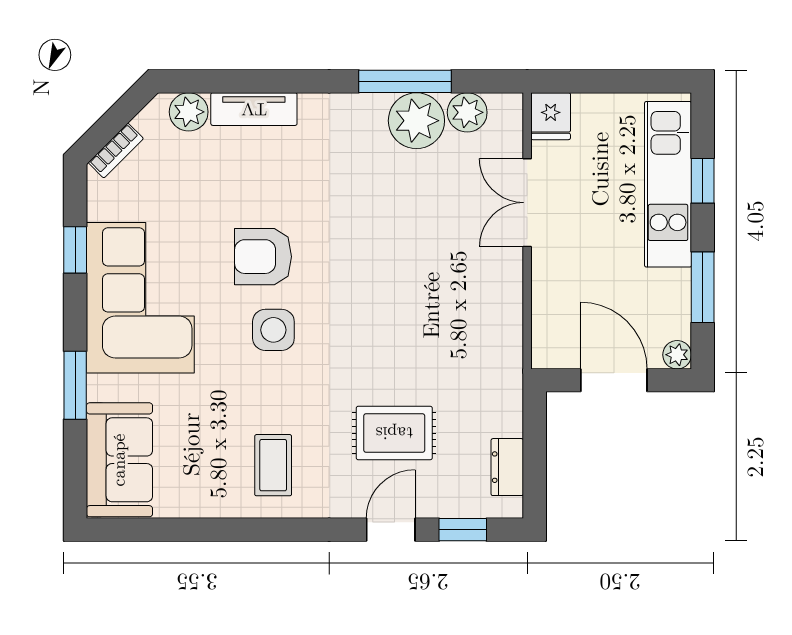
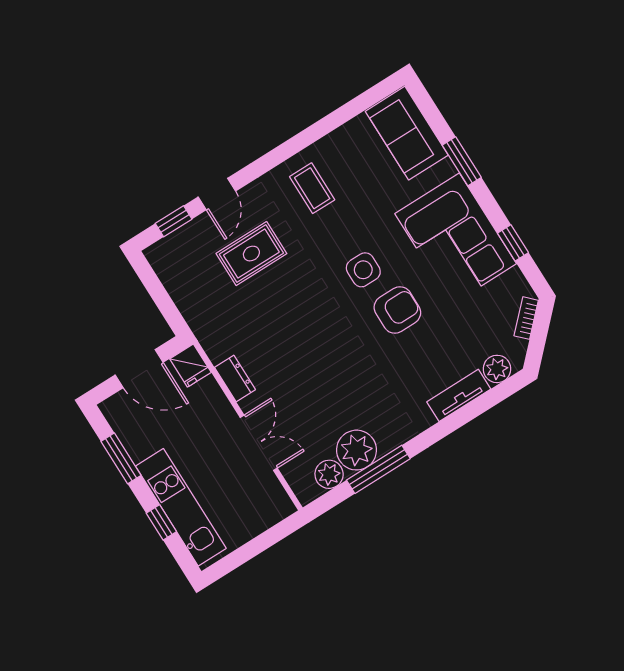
fridge: (551, 116) -> (190, 366), moved, turned 180
plant: (677, 355) -> (111, 408), removed
dresser: (507, 467) -> (235, 378), moved

